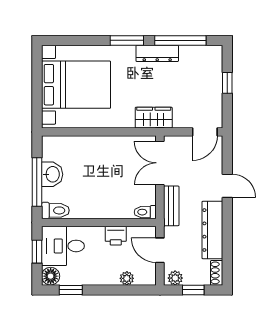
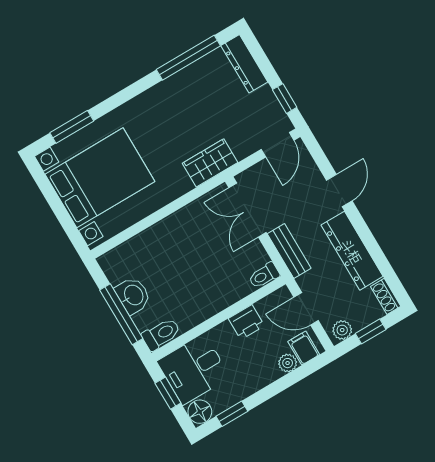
window: (127, 40) -> (72, 127), moved
dresser: (157, 53) -> (244, 64), moved, turned 90
window: (227, 83) -> (285, 99), moved
door: (227, 186) -> (339, 191), hinge flipped
filing cabinet: (143, 275) -> (304, 348), added

